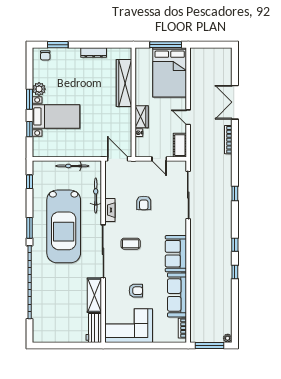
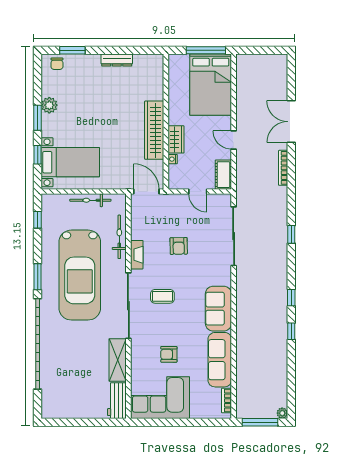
wardrobe: (124, 83) -> (154, 130), moved
bed with nightstands: (56, 116) -> (70, 162), moved
armchair: (136, 291) -> (169, 354), turned 180

